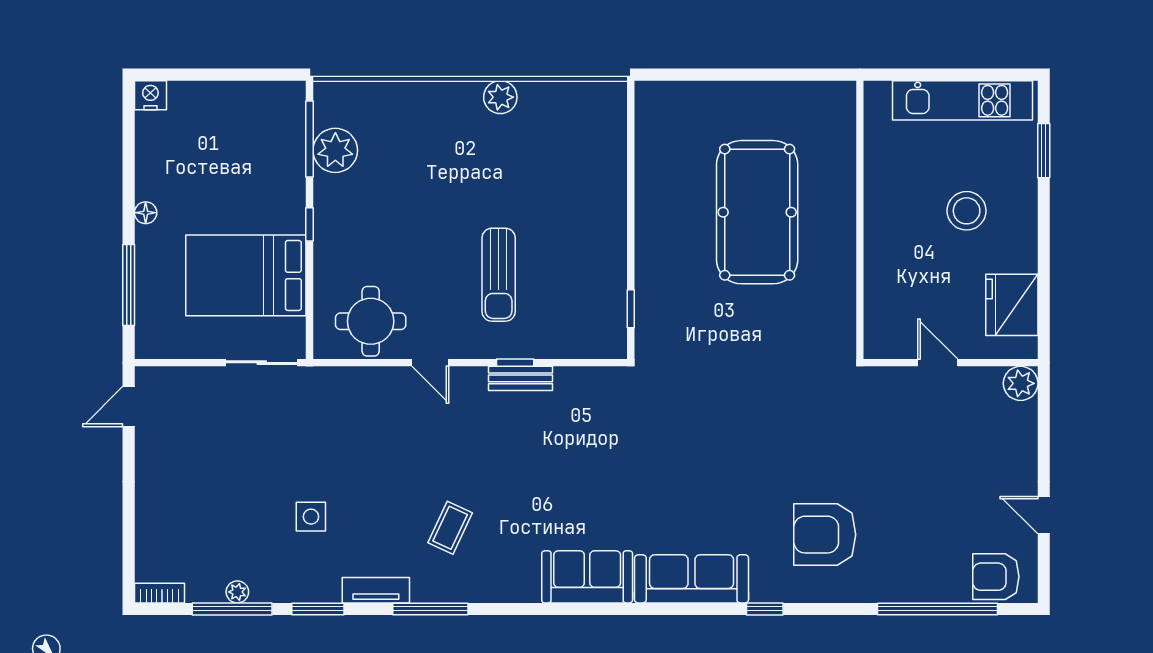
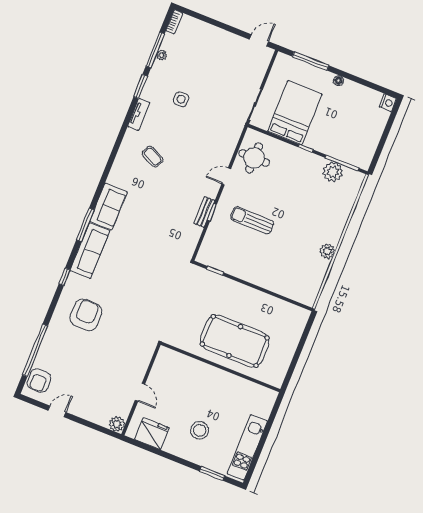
wall: (860, 220) -> (221, 367), moved
door: (938, 363) -> (140, 392), hinge flipped
door: (129, 406) -> (259, 40), hinge flipped
armchair: (996, 577) -> (39, 381), turned 180
window: (430, 609) -> (85, 225), moved

